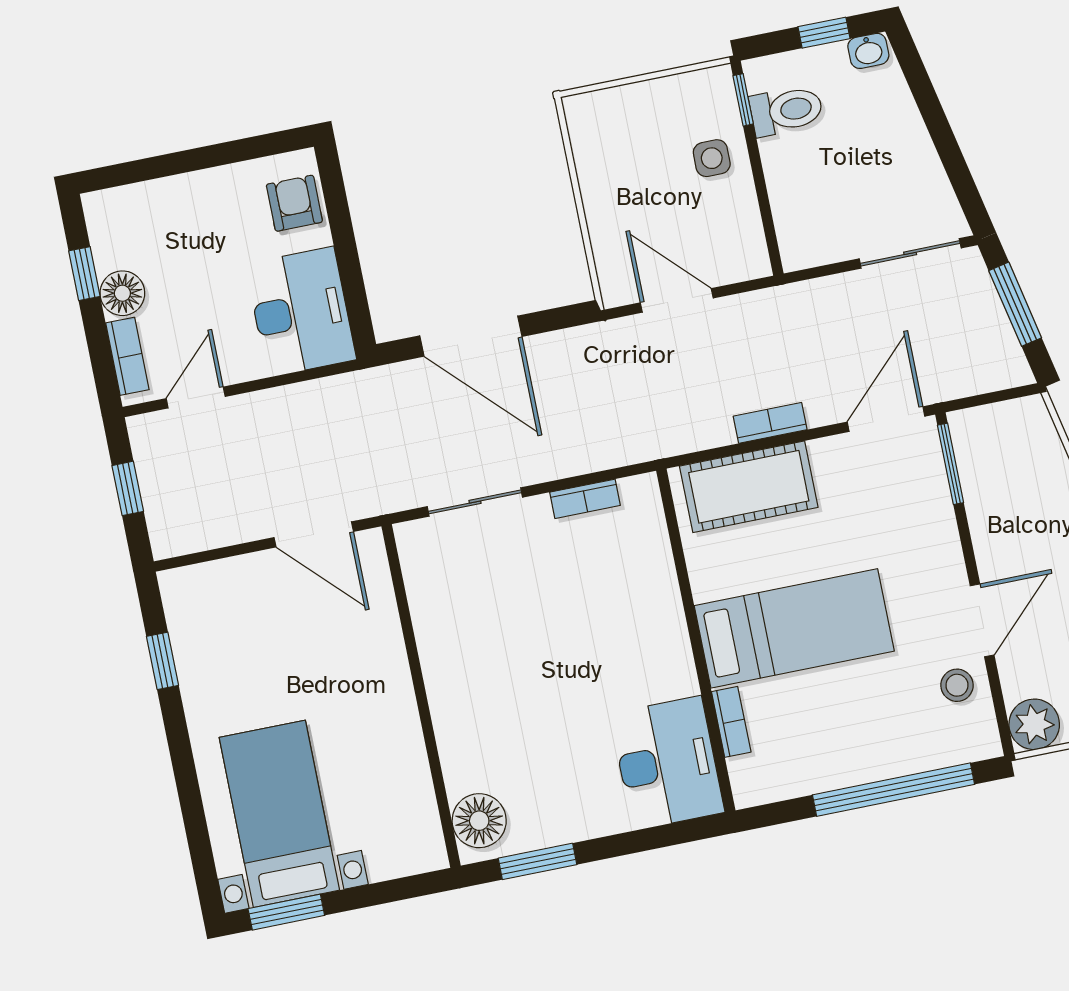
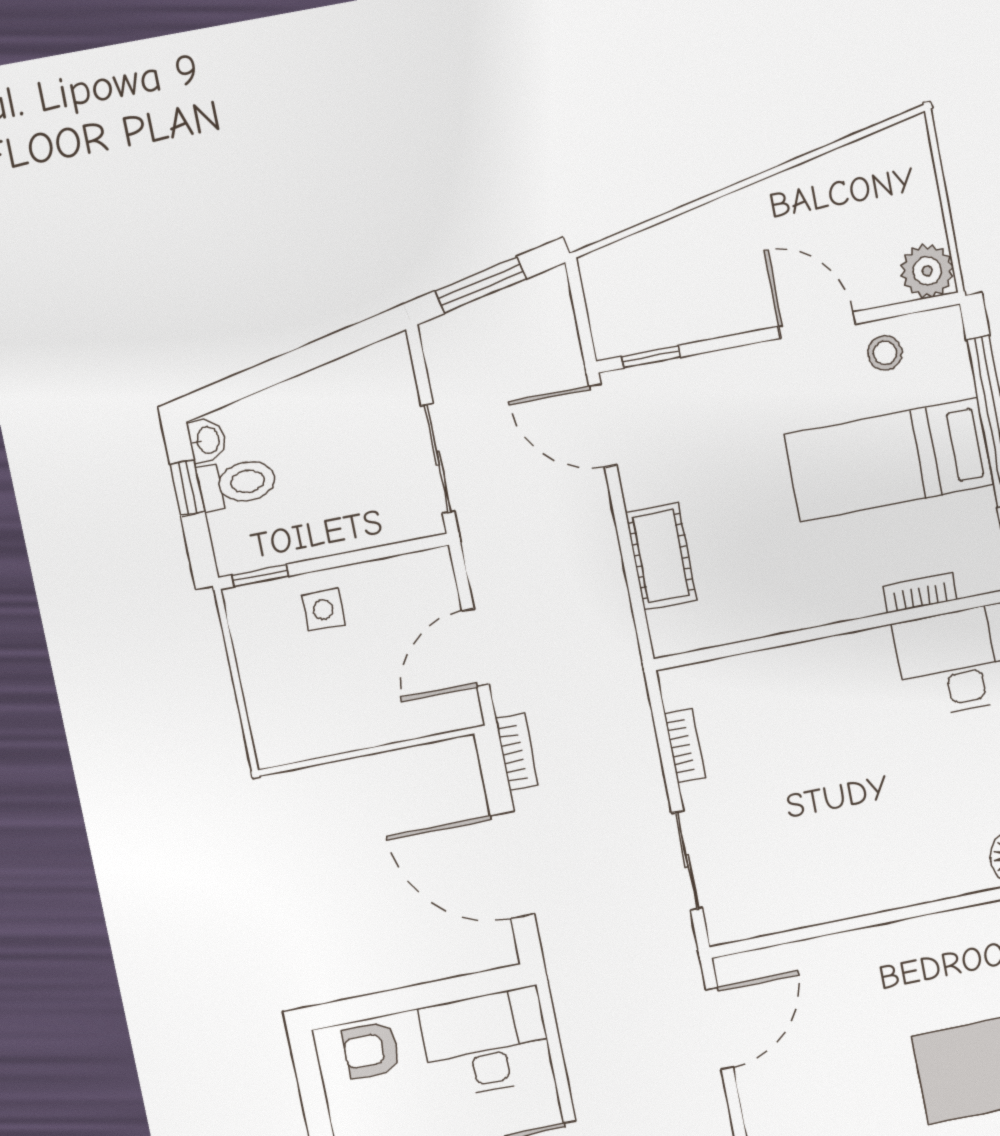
toilet: (786, 111) -> (237, 483), moved, turned 90
sliding door: (910, 253) -> (438, 459), moved
door: (471, 336) -> (512, 865), swing flipped
bookcase: (770, 423) -> (517, 752), moved, turned 180
window: (951, 464) -> (651, 357), width x0.67
cot: (749, 487) -> (661, 556), width x0.73, depth x0.75
bed: (794, 628) -> (889, 460), moved, turned -90

